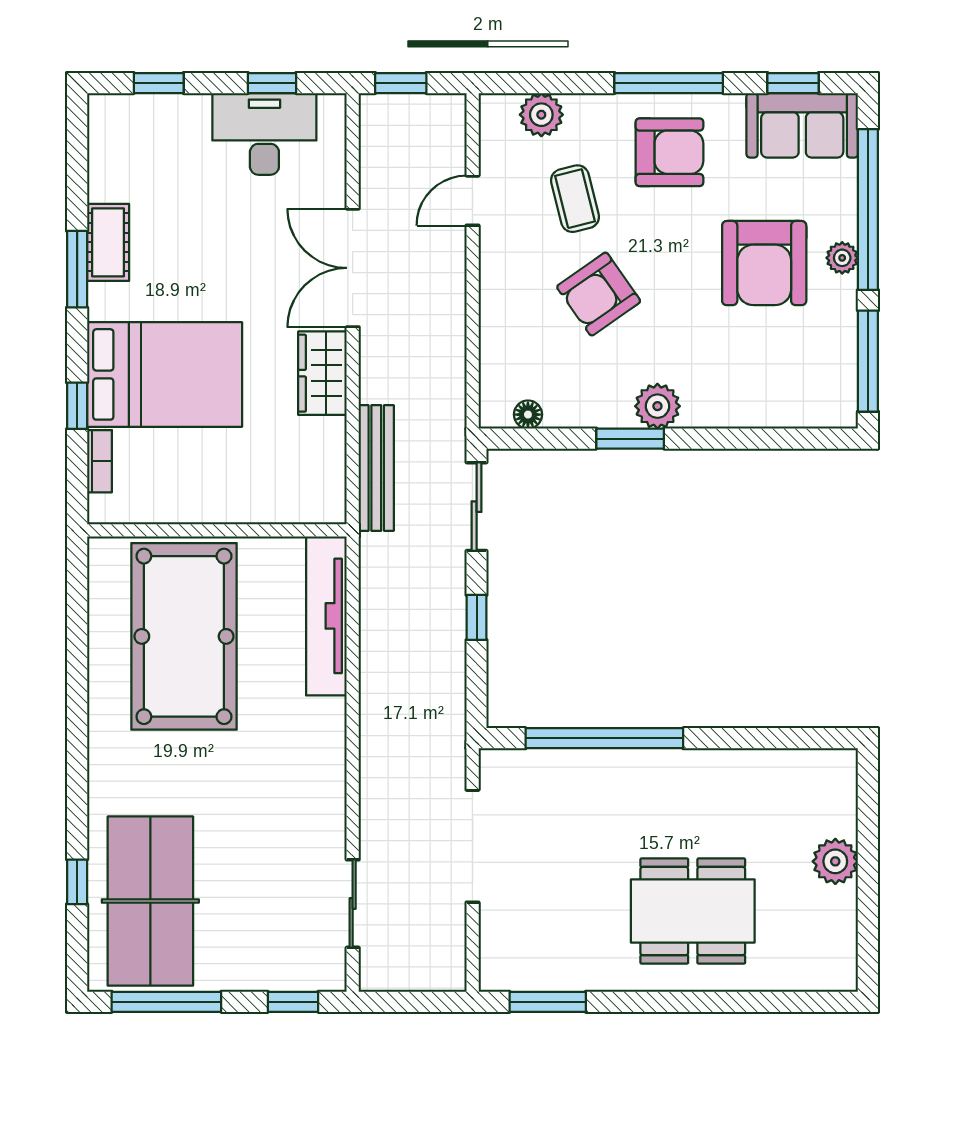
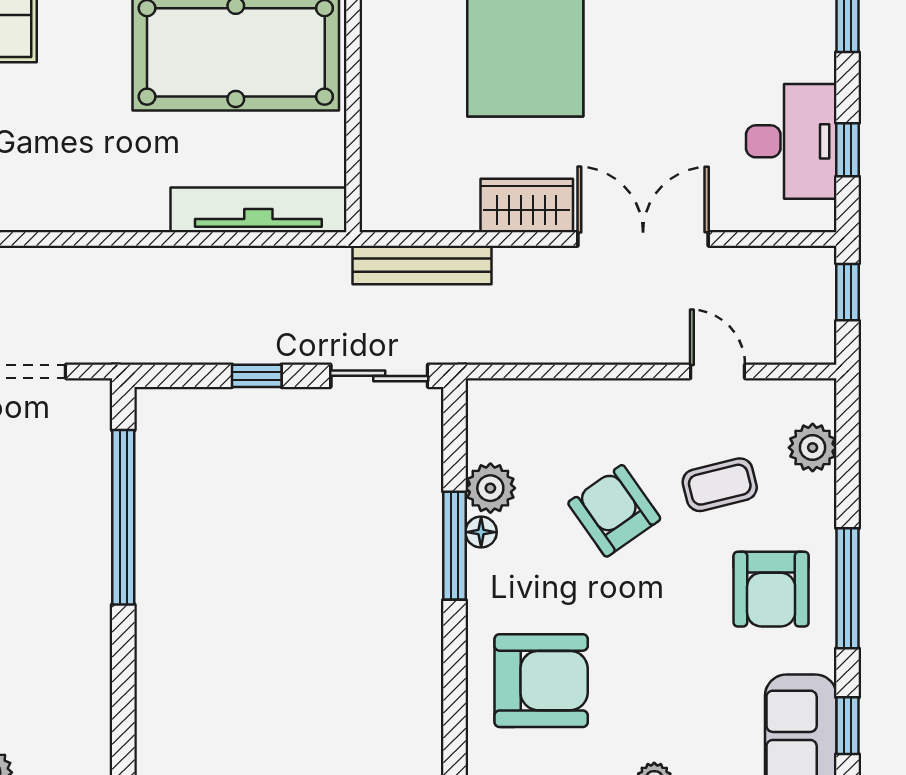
armchair: (764, 263) -> (541, 681), moved, turned 180
plant: (657, 406) -> (490, 488), moved
floor lamp: (528, 415) -> (481, 532), moved
window: (630, 439) -> (454, 546), width x1.44

